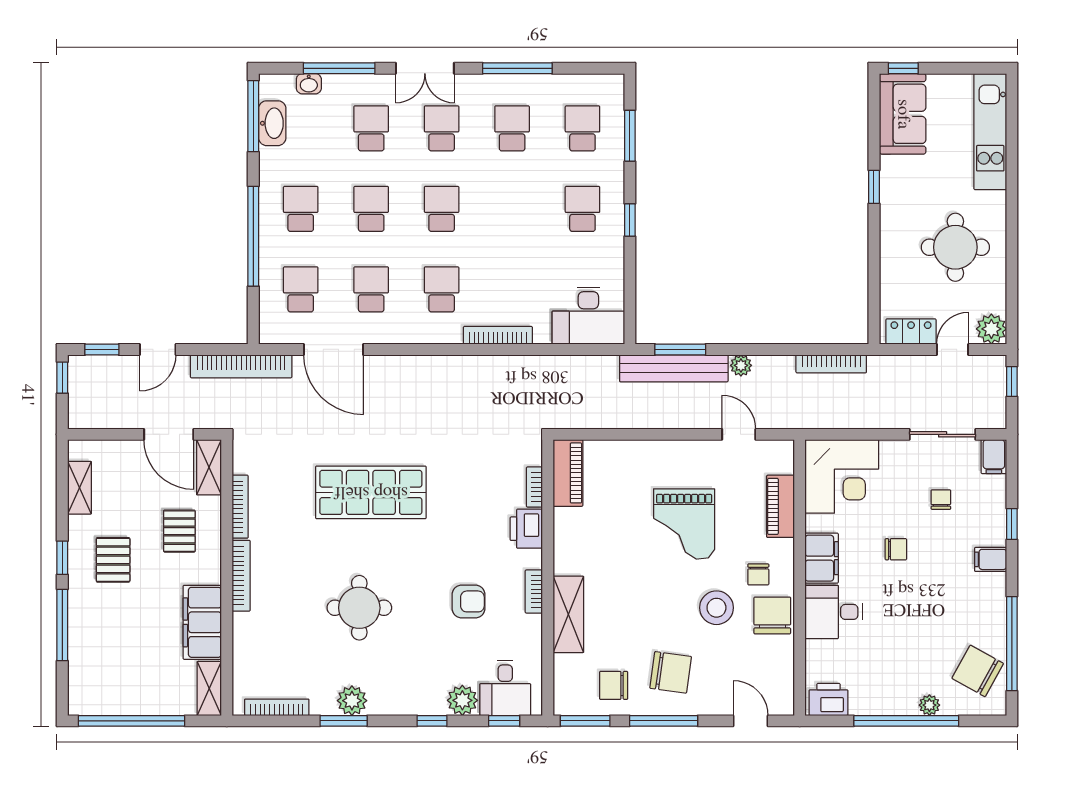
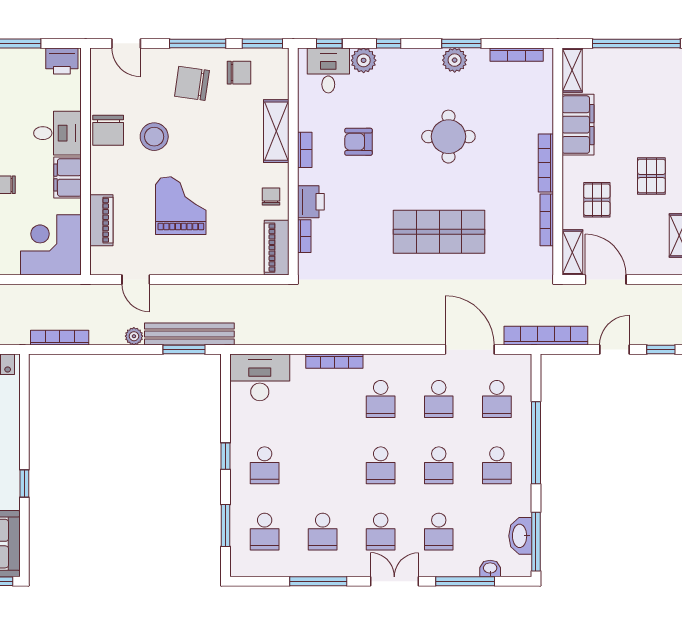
chair: (758, 574) -> (271, 197), moved

